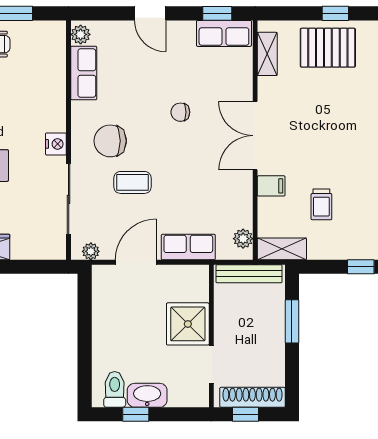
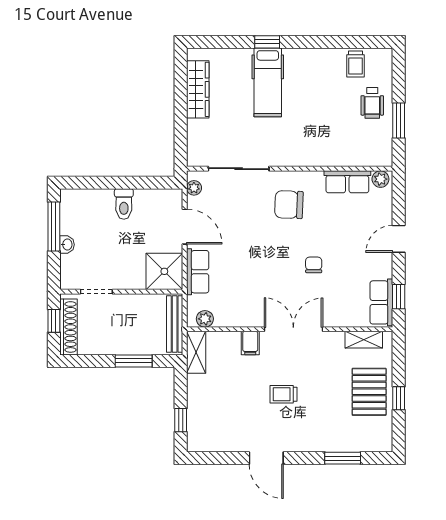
chair: (110, 141) -> (289, 205), turned -88
nightstand: (56, 144) -> (286, 158), removed
coffee table: (133, 182) -> (253, 224), removed
trolley: (321, 204) -> (283, 394), moved
shower: (188, 324) -> (164, 271), moved
toilet: (115, 389) -> (124, 204), moved, turned 90
washbasin: (147, 395) -> (67, 245), width x0.52, depth x0.69
window: (136, 414) -> (54, 227), width x2.17

